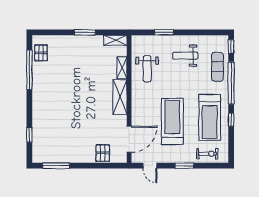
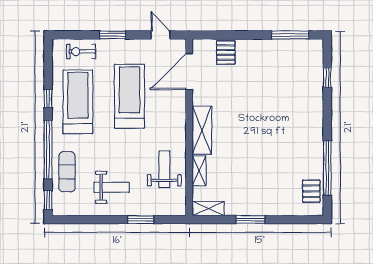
treadmill: (172, 121) -> (129, 96), turned 180

